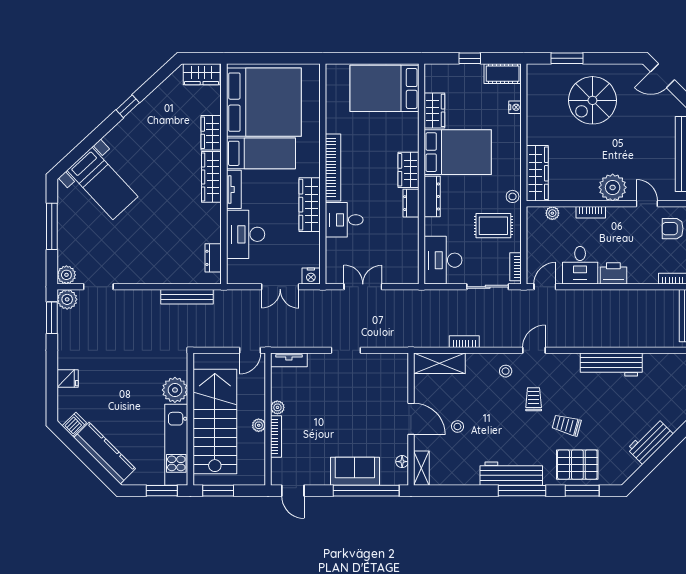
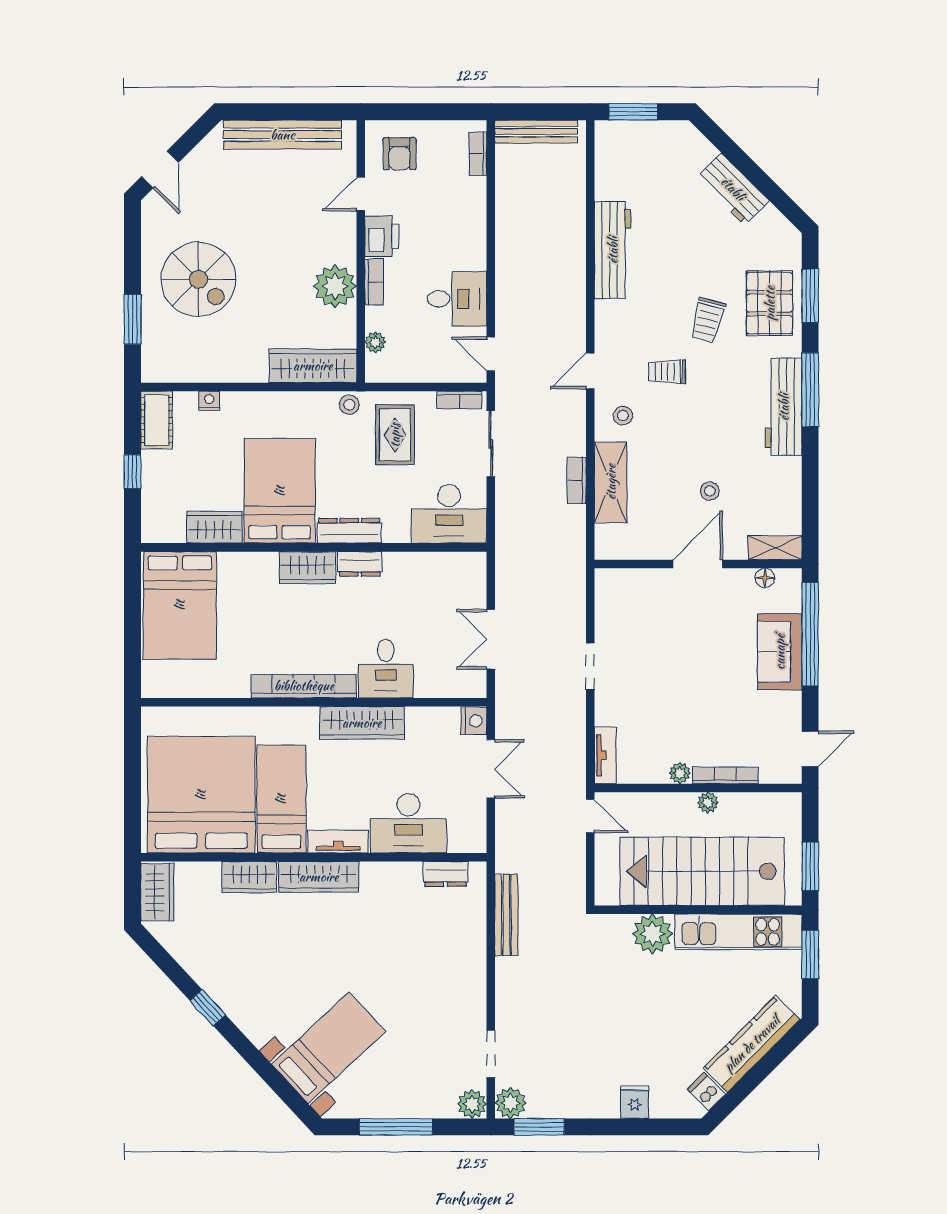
plant: (613, 187) -> (335, 286), moved
printer: (613, 273) -> (382, 236), moved, turned 180
door: (534, 350) -> (590, 371), hinge flipped
shelving: (439, 363) -> (611, 482), moved

